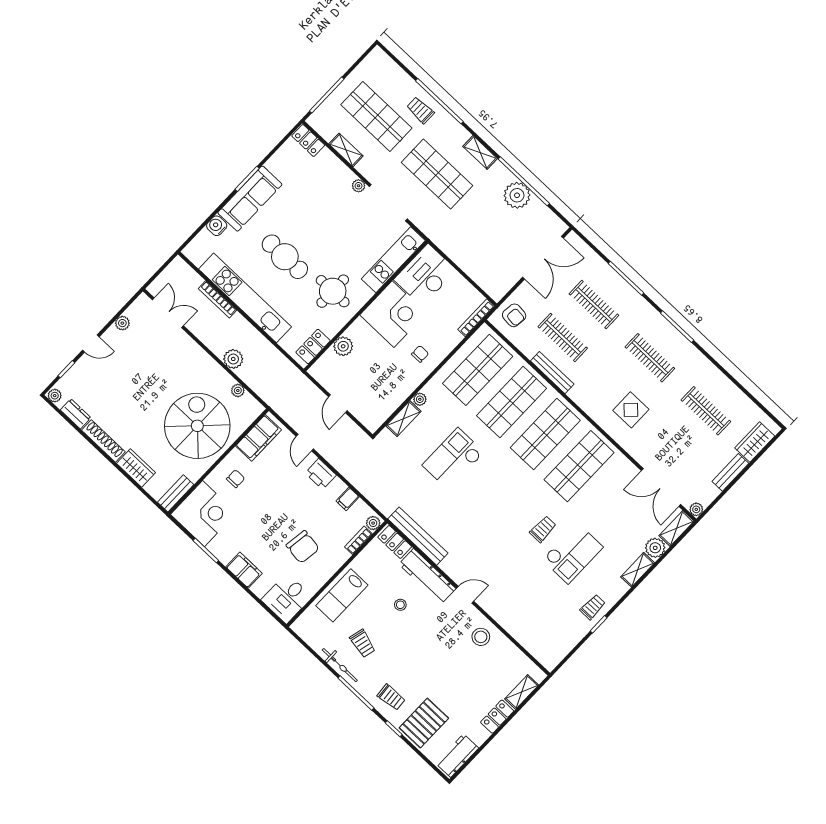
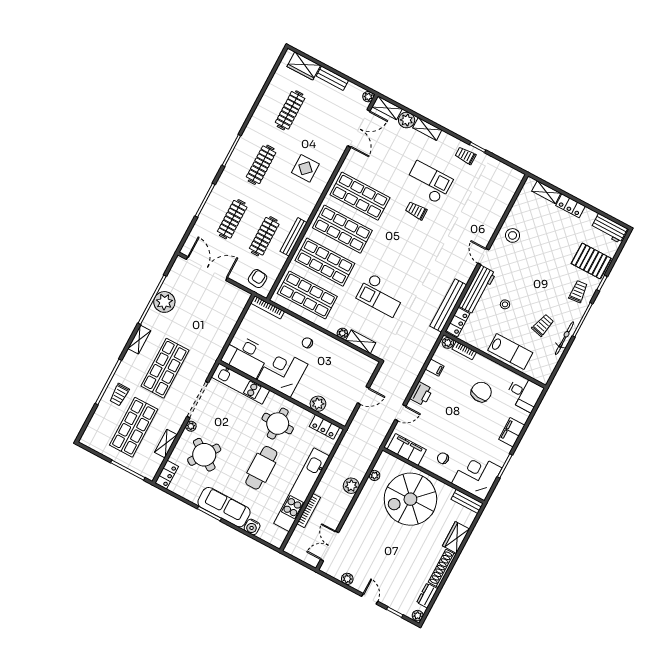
round table: (320, 192) -> (204, 455), added

